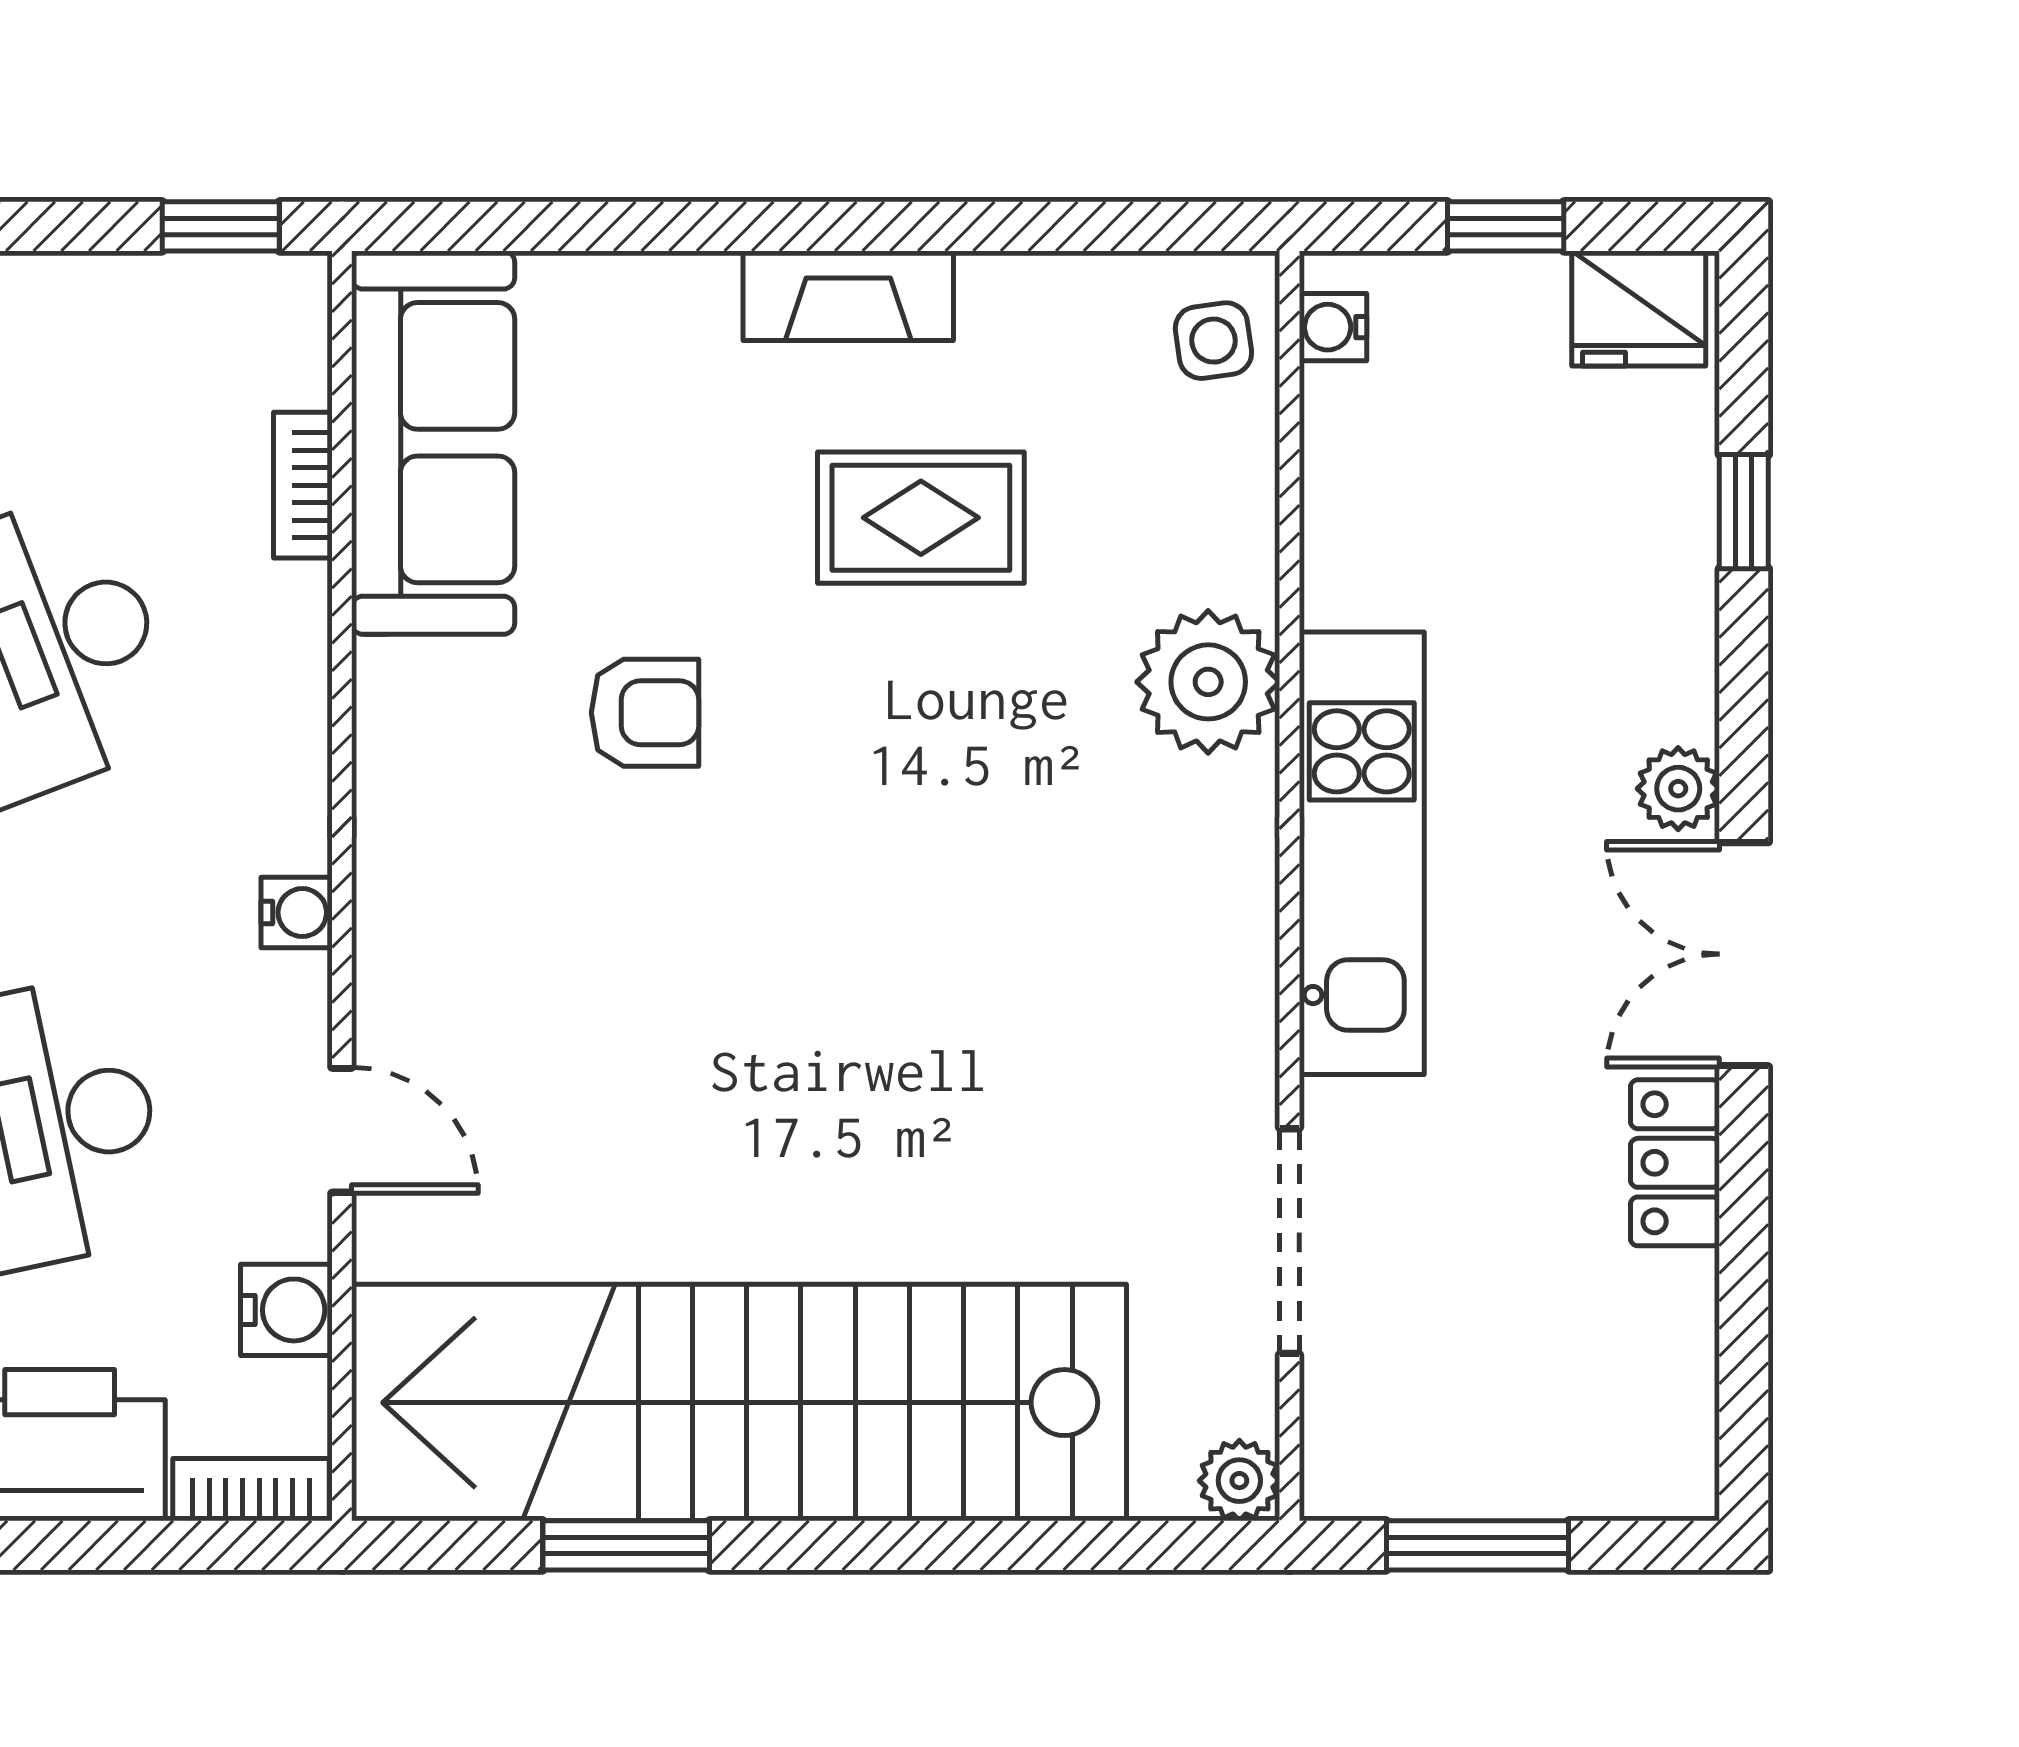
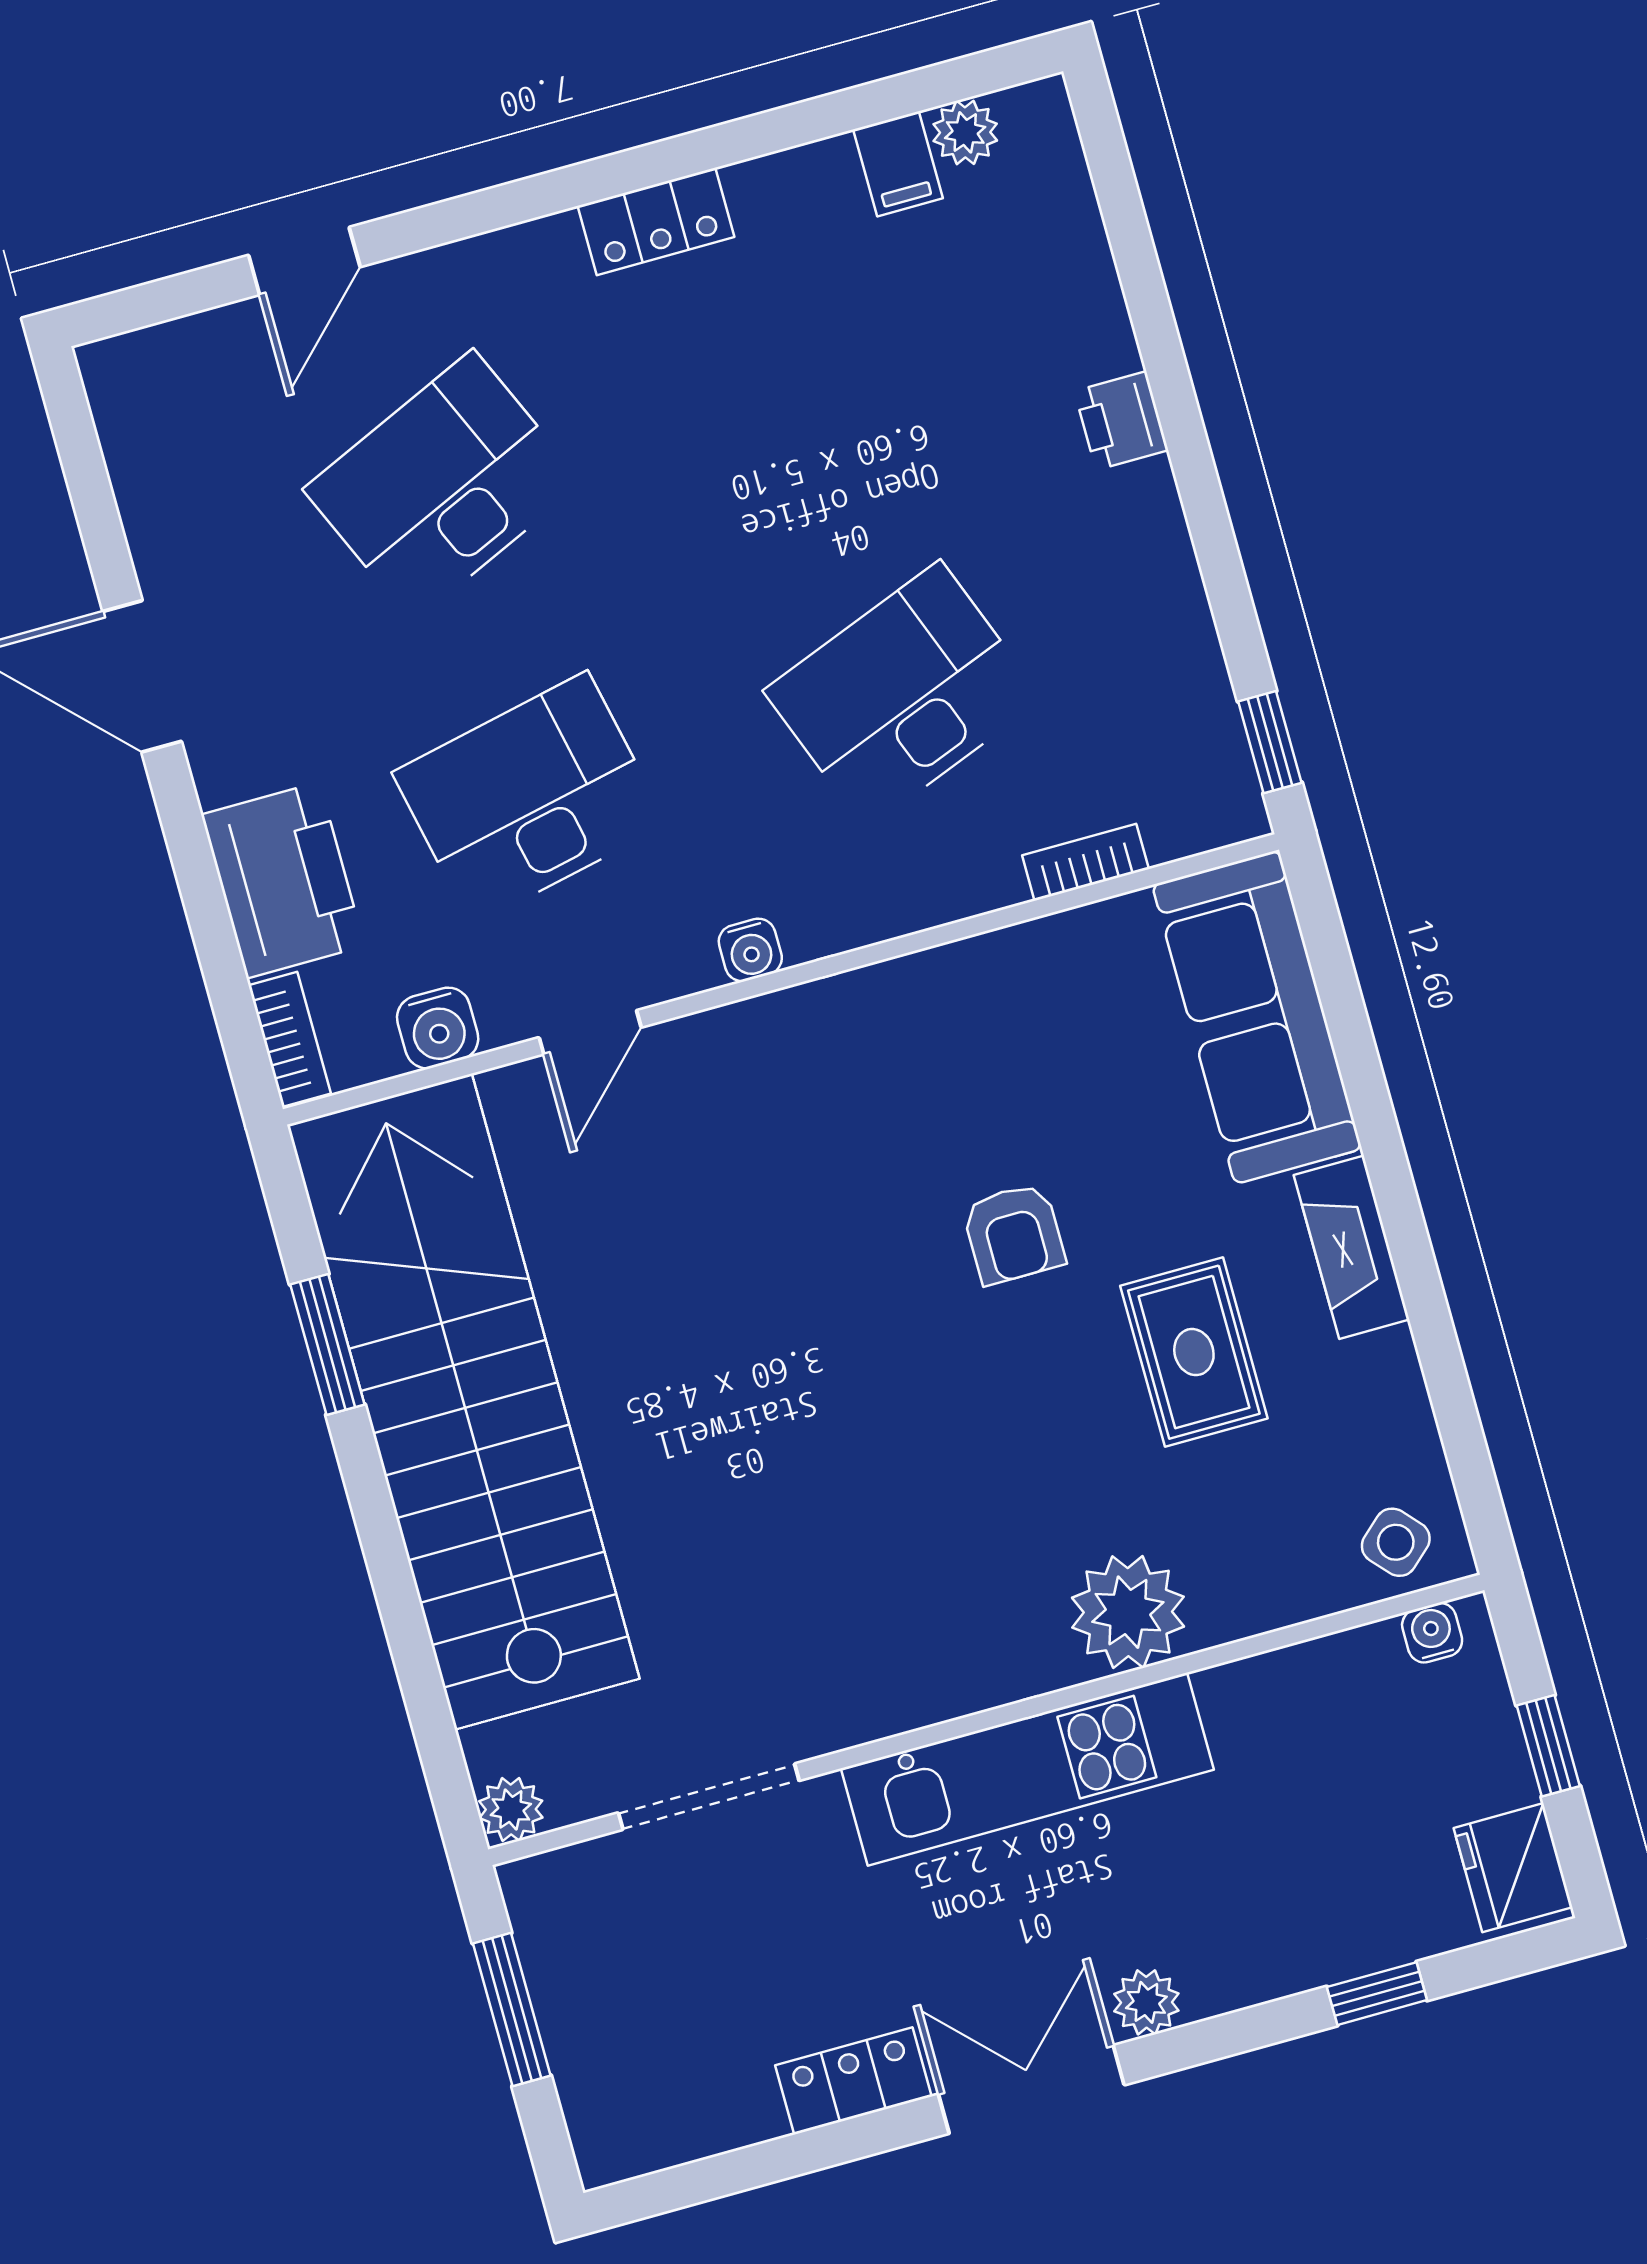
side table: (1213, 341) -> (1396, 1542), turned -34
sofa: (433, 443) -> (1257, 1017), moved, turned 90
armchair: (645, 713) -> (1014, 1234), moved

